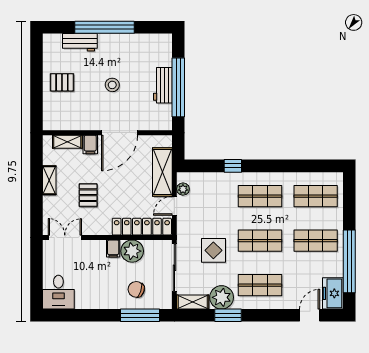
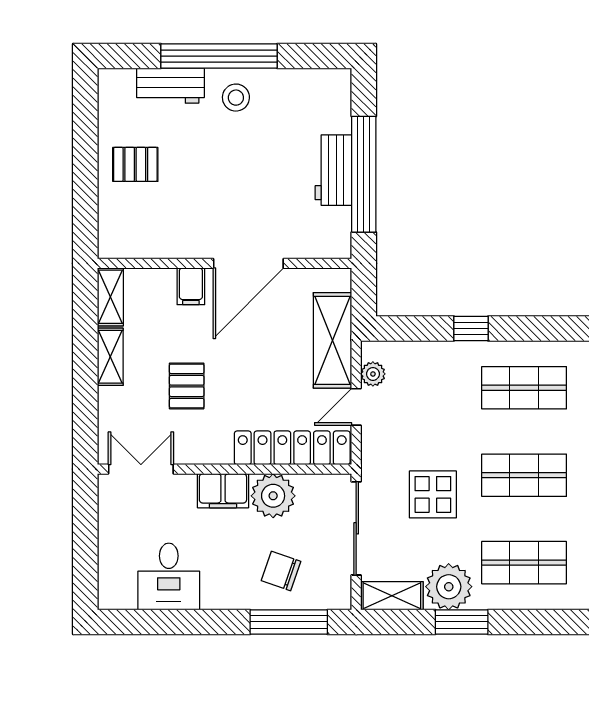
stool: (112, 85) -> (236, 98), moved
shelving: (67, 142) -> (110, 297), moved, turned 90
filing cabinet: (113, 249) -> (223, 491), width x2.00
desk: (58, 292) -> (169, 576), moved

